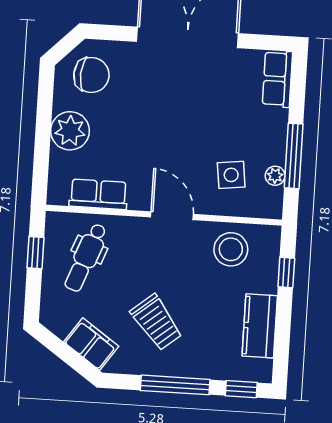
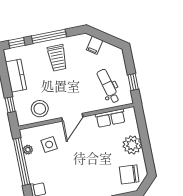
window: (294, 156) -> (22, 162), width x1.46
door: (172, 216) -> (72, 117), hinge flipped
dental chair: (86, 257) -> (108, 86), turned -36
trolley: (156, 322) -> (57, 58), moved, turned -141
filing cabinet: (91, 344) -> (95, 45), width x0.50

